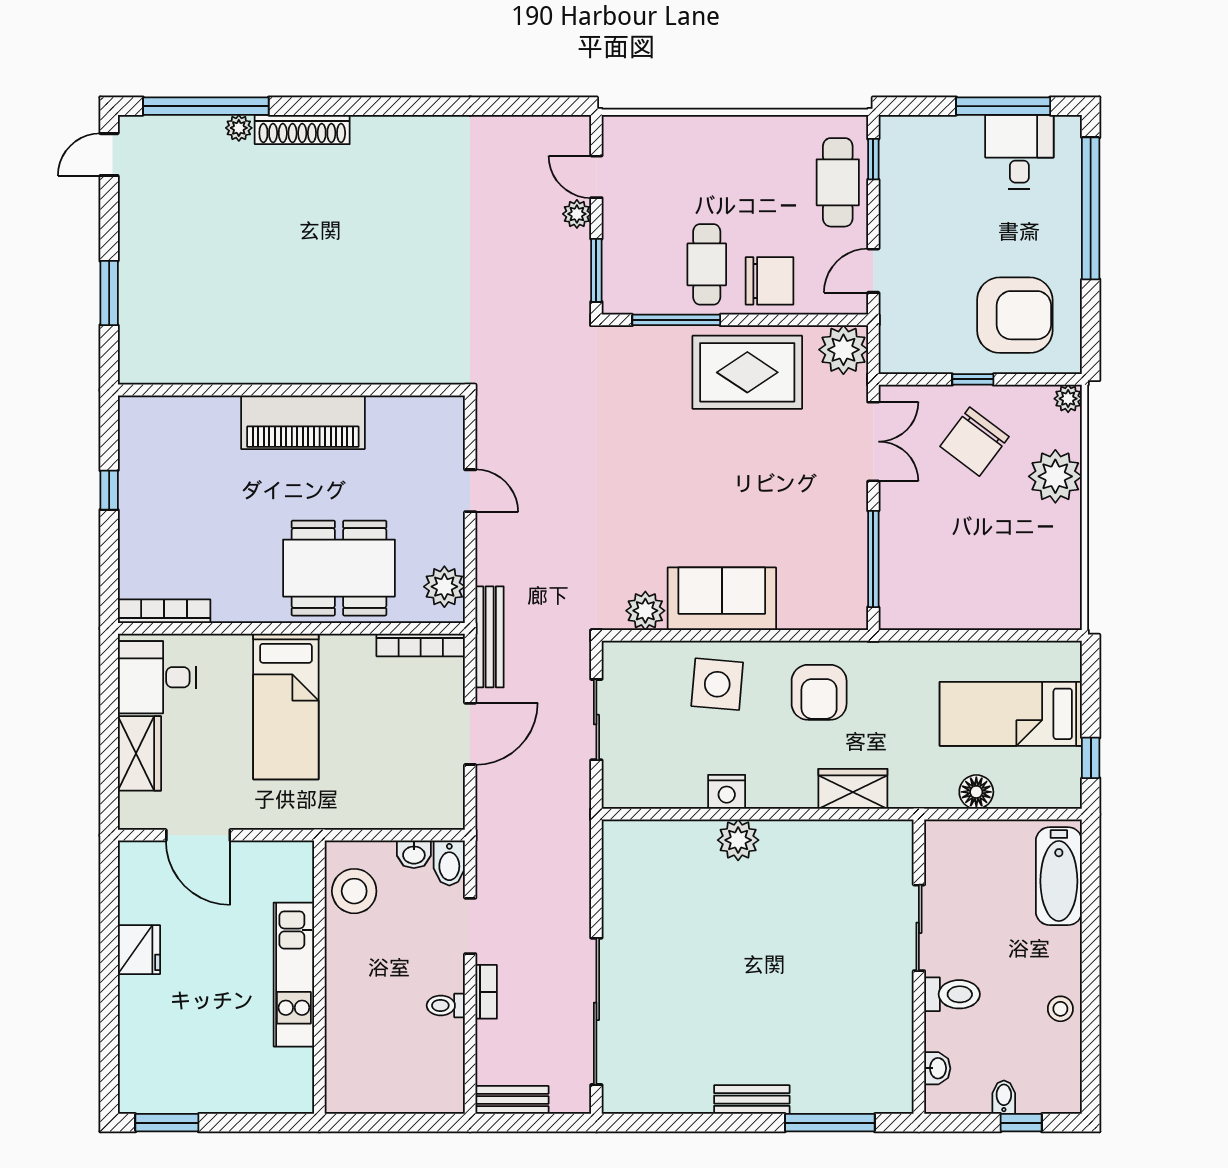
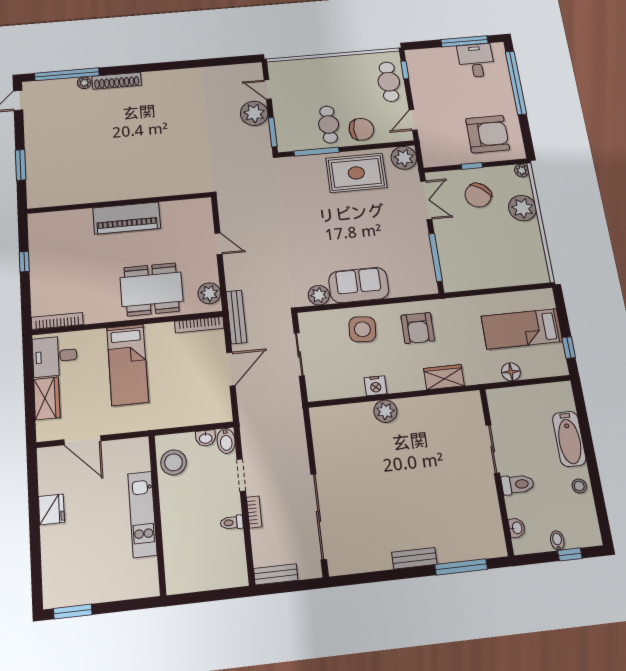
plant: (577, 214) -> (254, 113), width x1.87, depth x1.87
bathtub: (1059, 876) -> (569, 439), moved

